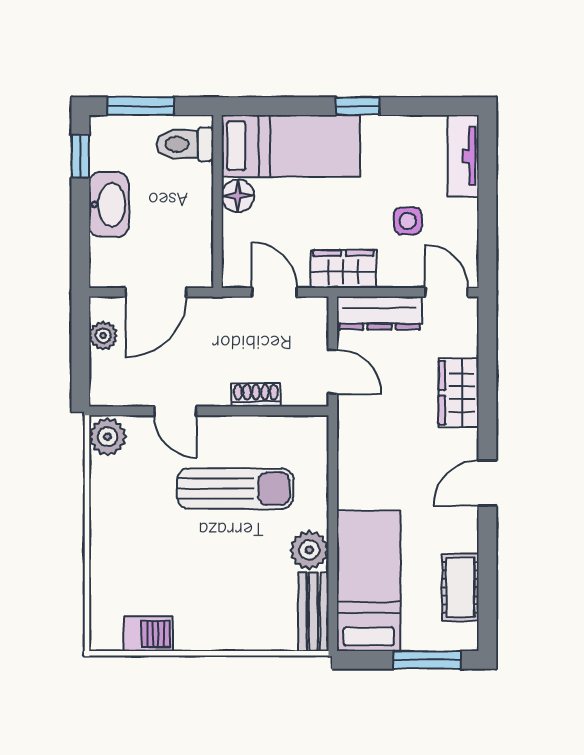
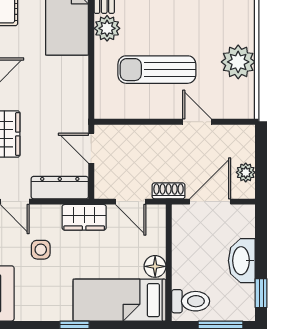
shoe rack: (256, 395) -> (169, 191), moved, turned 180
plant: (108, 437) -> (238, 62), moved, width x1.36, depth x1.36

